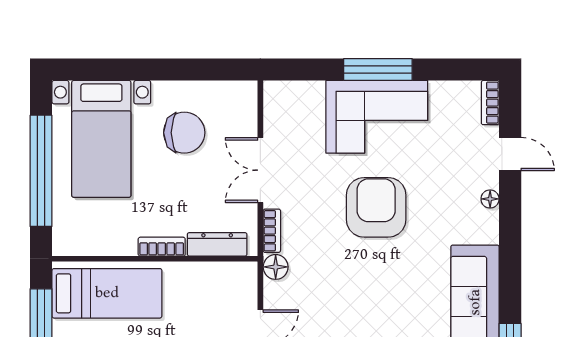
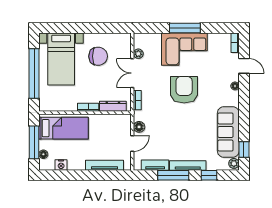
plant: (274, 127) -> (138, 54), added
floor lamp: (276, 267) -> (139, 127), moved

